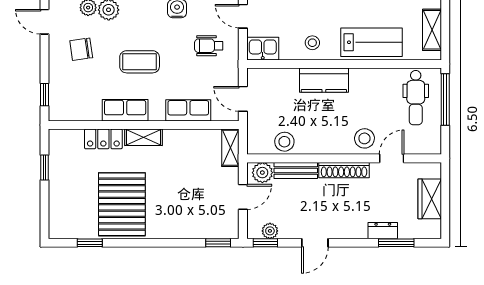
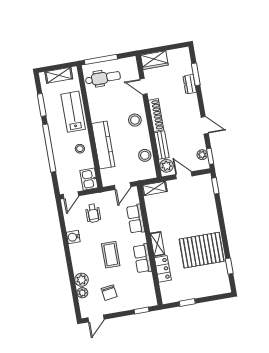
kitchen counter: (324, 80) -> (103, 145), width x1.50
stool: (364, 138) -> (135, 120), moved
wardrobe: (430, 199) -> (154, 60), moved

